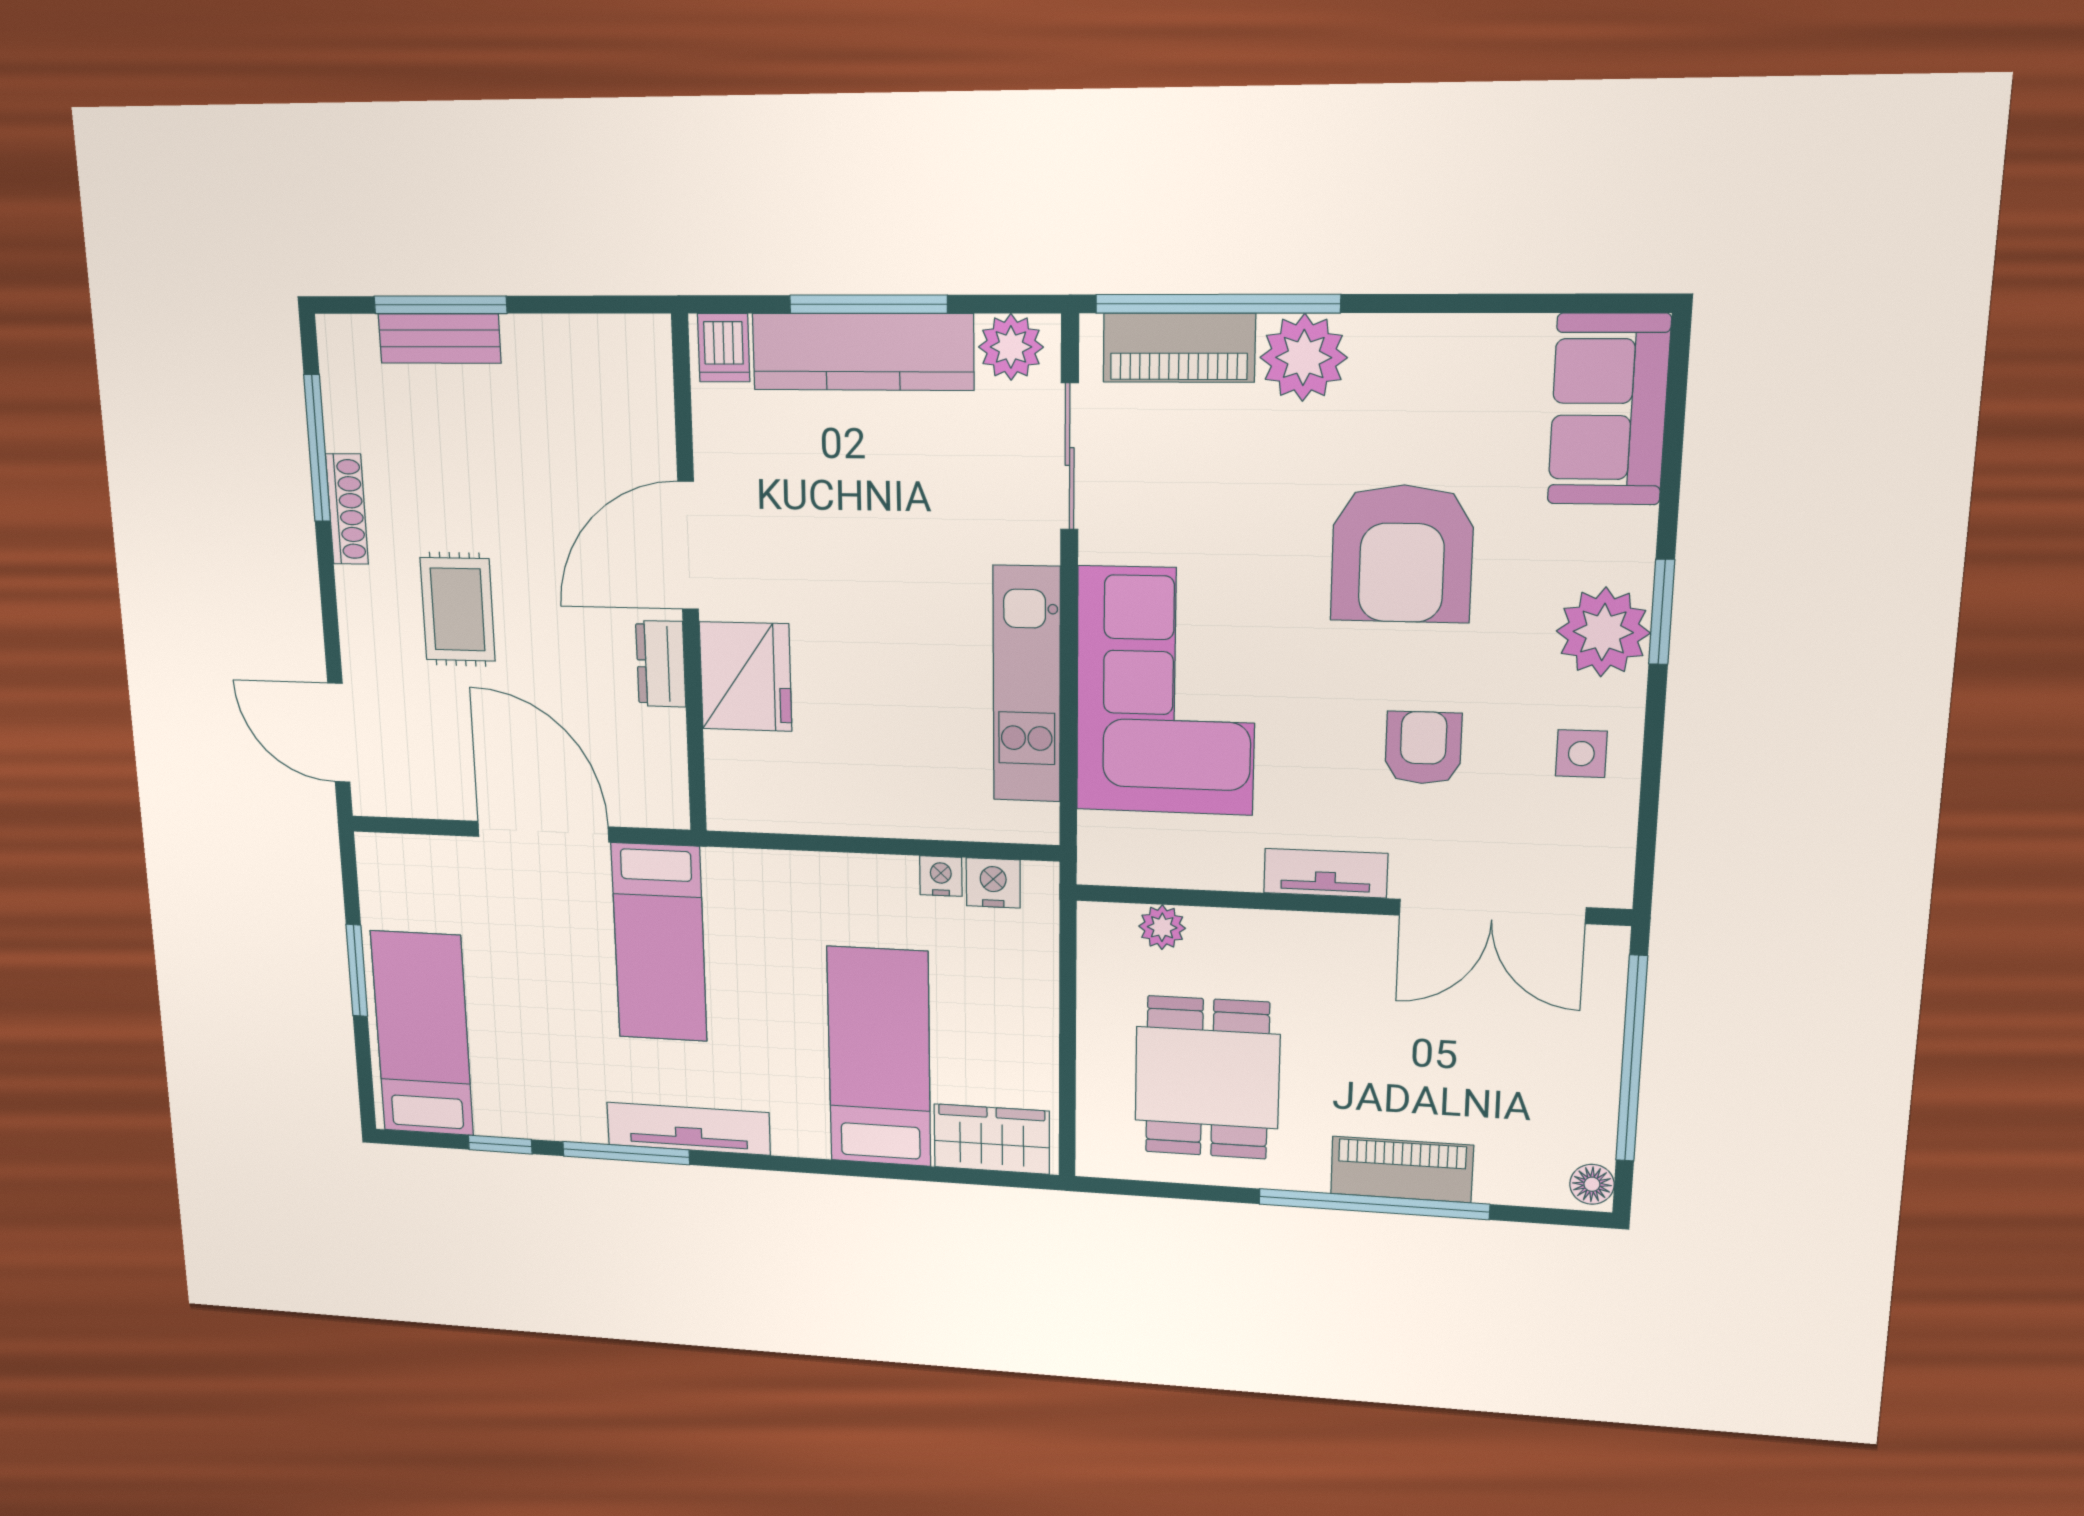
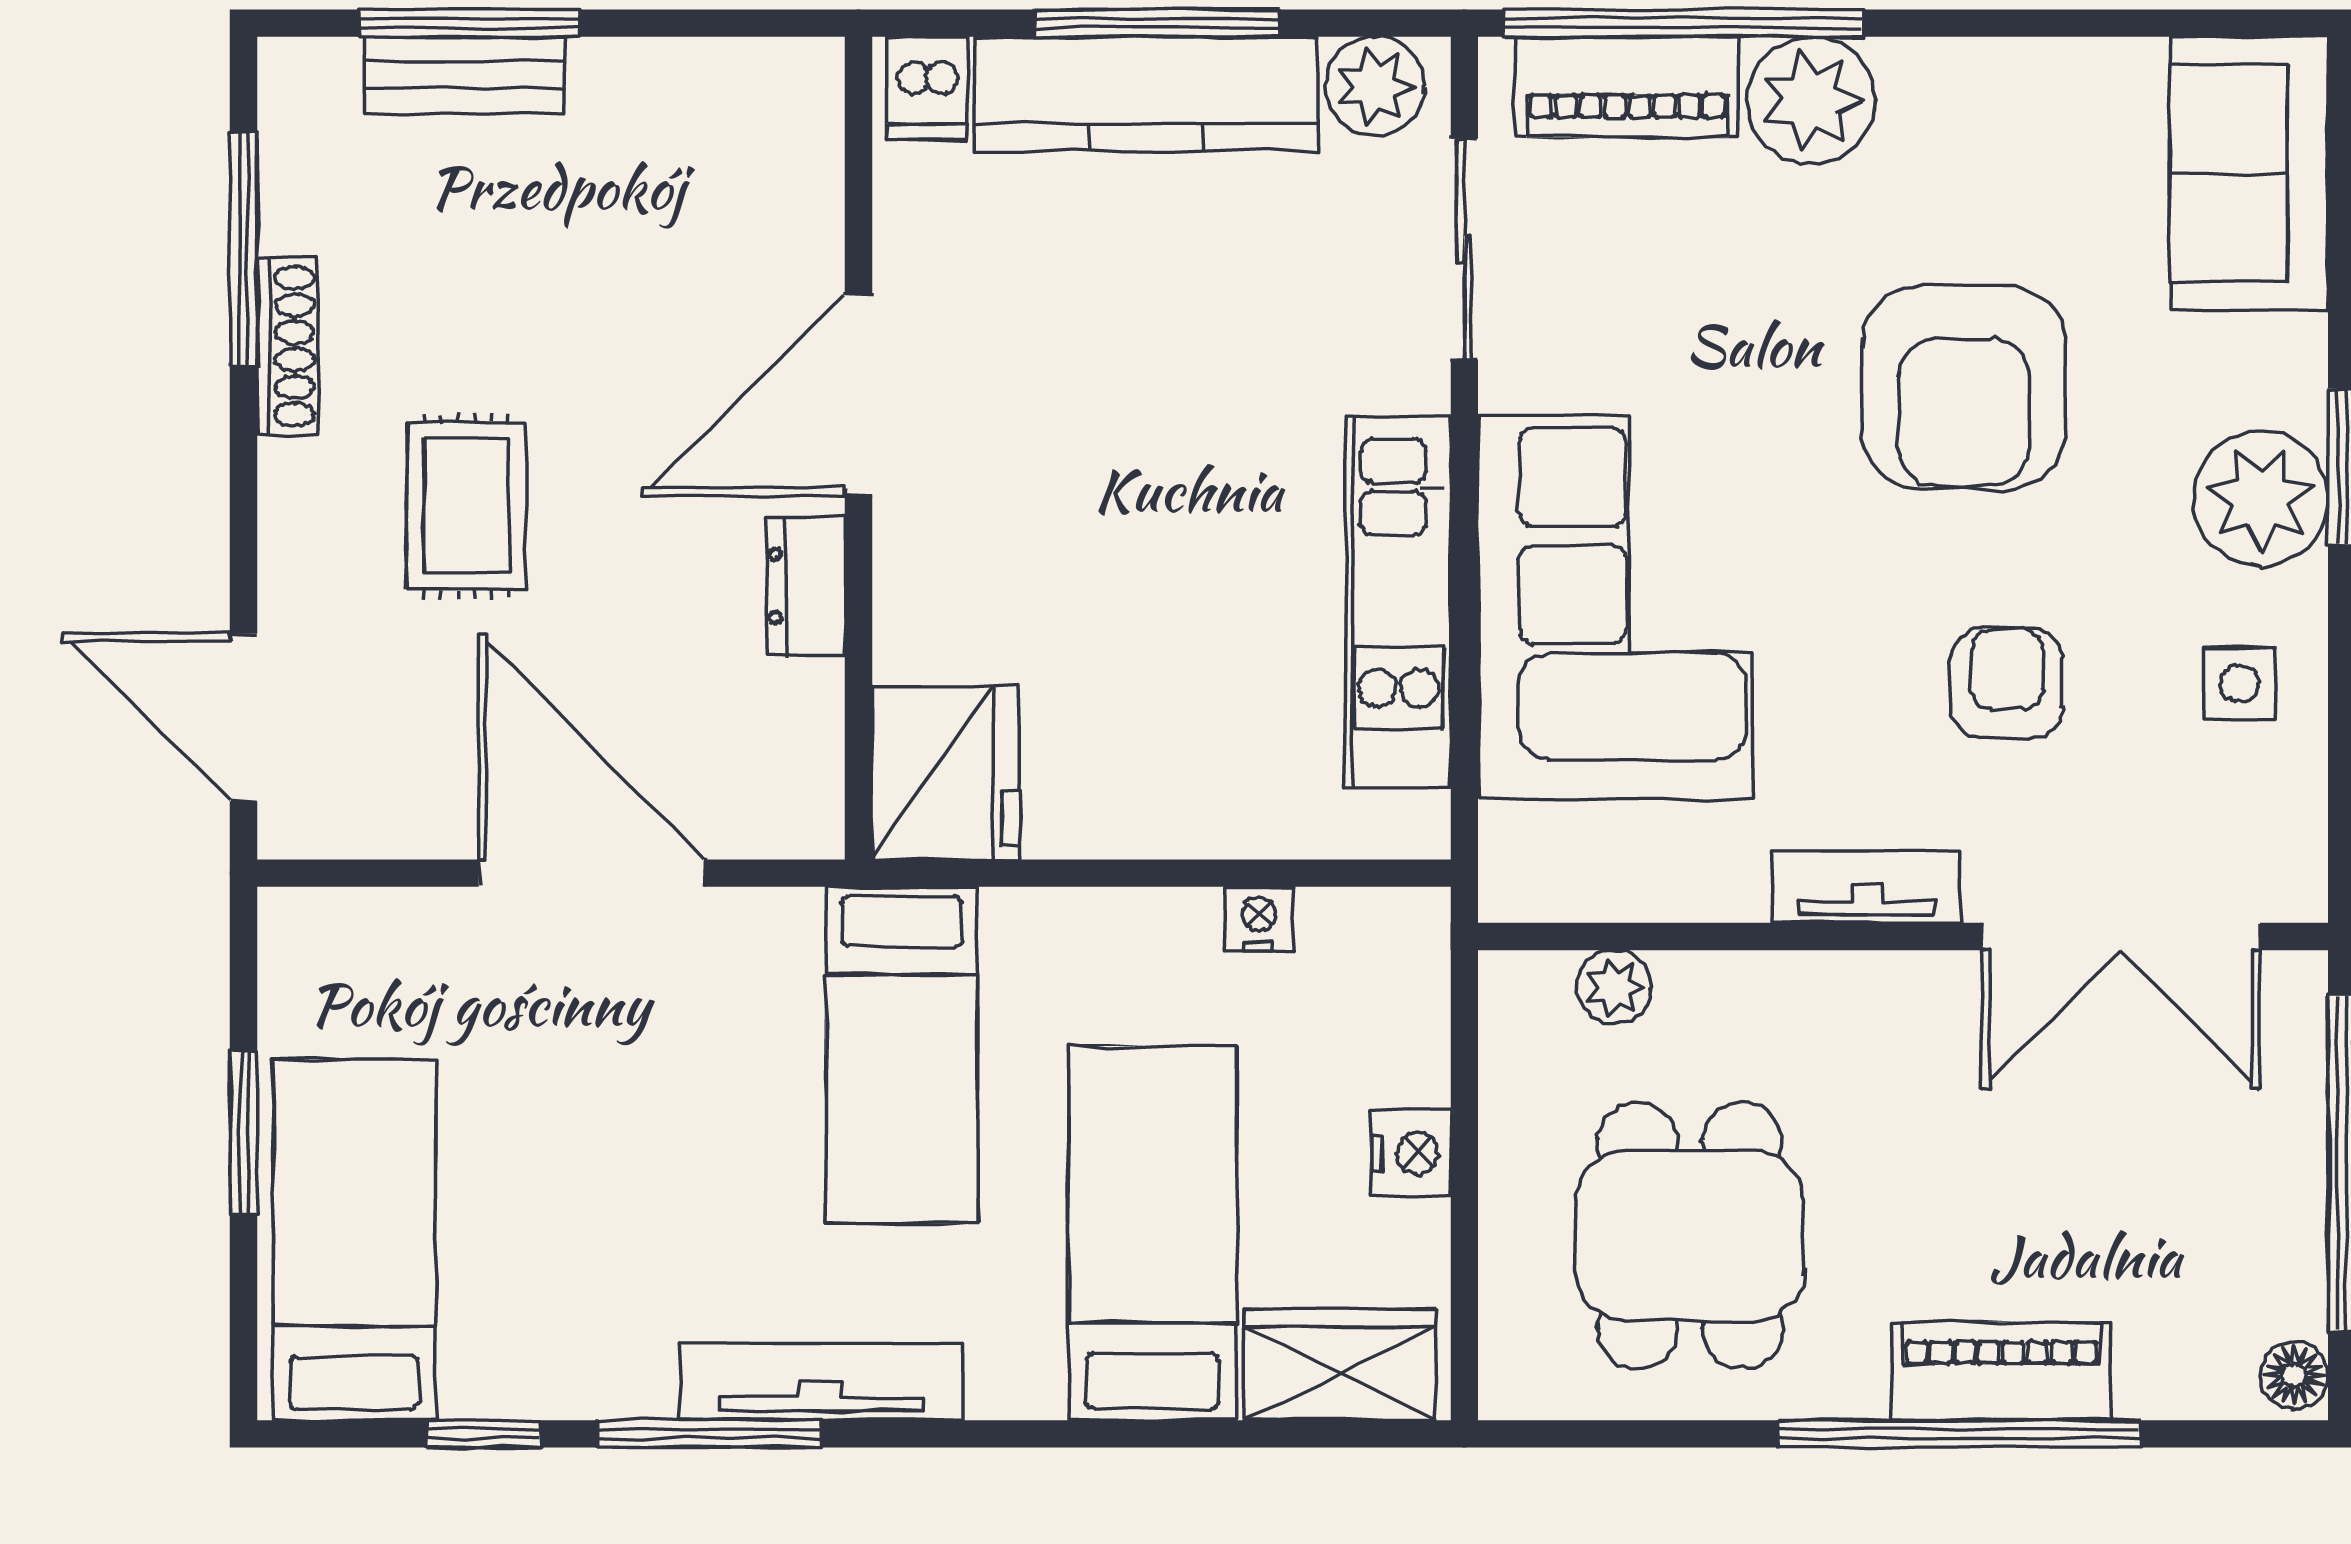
fridge: (746, 677) -> (946, 773), moved
nightstand: (993, 883) -> (1411, 1153), moved, turned 90
bed: (659, 943) -> (902, 1055), moved

